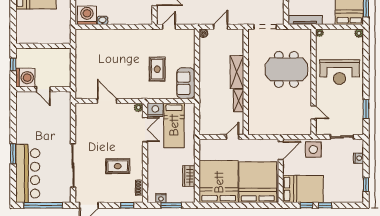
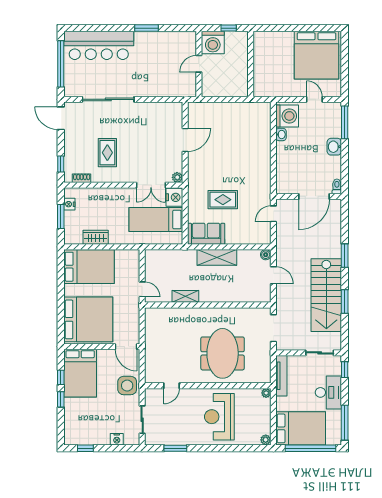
door: (169, 27) -> (273, 214), swing flipped
shelving: (237, 72) -> (217, 257), moved
window: (13, 154) -> (147, 28), moved
bed: (219, 182) -> (89, 267), width x0.73

